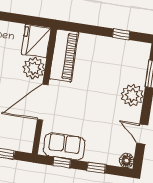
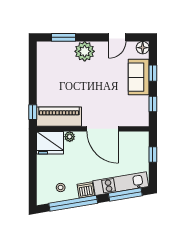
window: (121, 34) -> (33, 112), moved
plant: (34, 68) -> (70, 137), width x0.53, depth x0.53
sofa: (64, 147) -> (139, 77), moved

